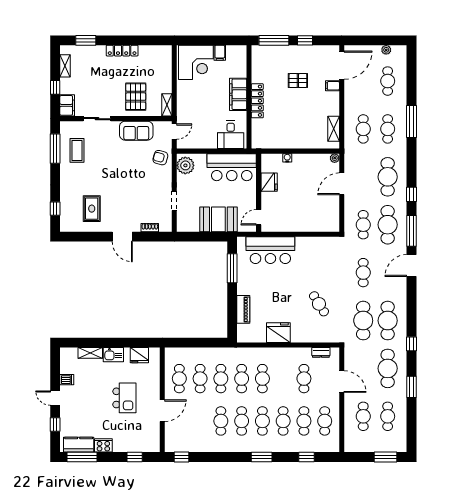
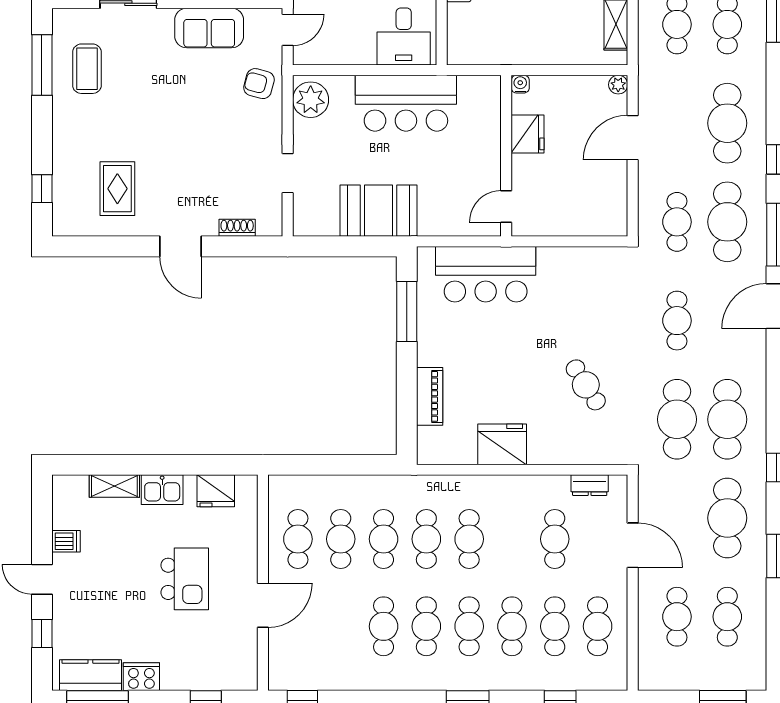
fridge: (269, 182) -> (527, 134), moved
wall: (259, 193) -> (506, 156), moved
door: (259, 217) -> (506, 206), moved

